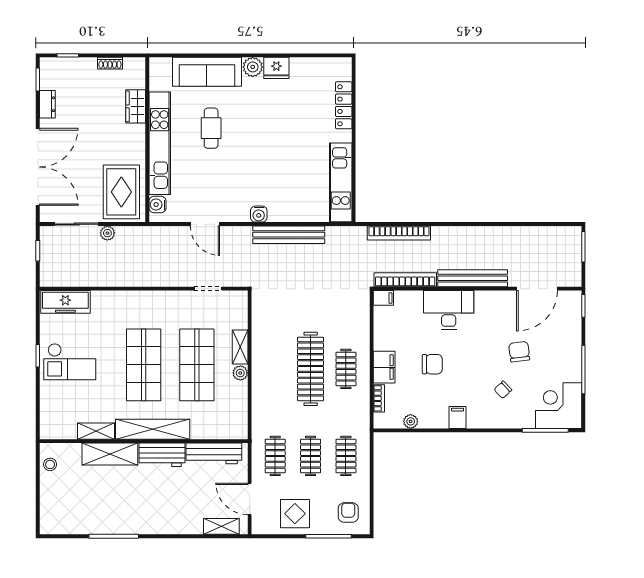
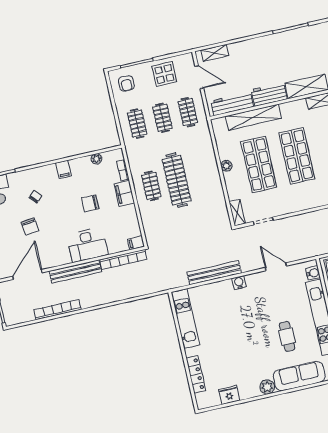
fridge: (276, 68) -> (229, 395), moved
bookcase: (399, 233) -> (58, 310), moved
shelving: (240, 347) -> (237, 213), moved
shelving: (153, 429) -> (253, 117), moved

